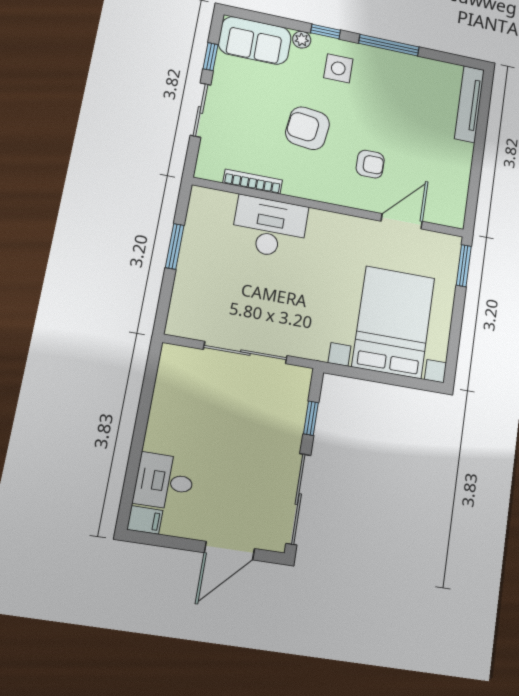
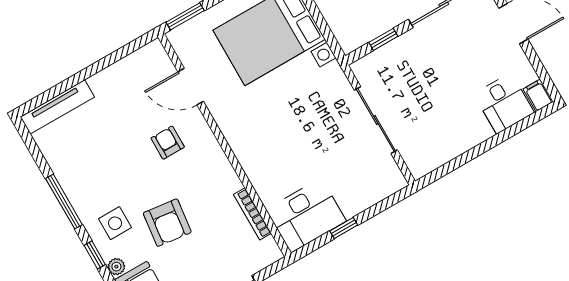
armchair: (308, 128) -> (167, 223), moved
desk: (270, 227) -> (306, 215), moved, turned -90
window: (175, 246) -> (344, 228), width x0.67

